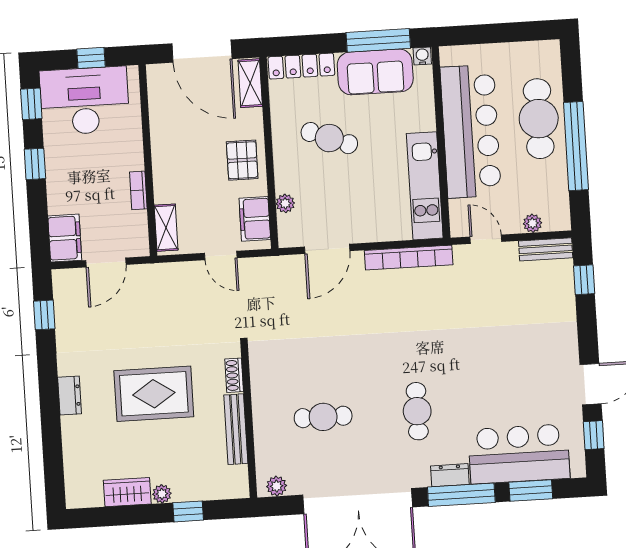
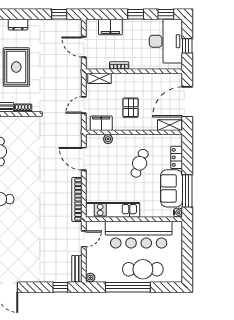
locker: (301, 66) -> (177, 157), width x0.66
pallet: (242, 160) -> (131, 108), moved, turned 90
plant: (532, 223) -> (90, 278), moved
filing cabinet: (65, 238) -> (110, 27), moved

